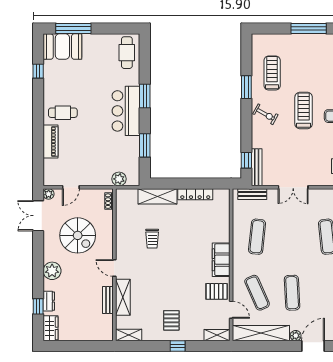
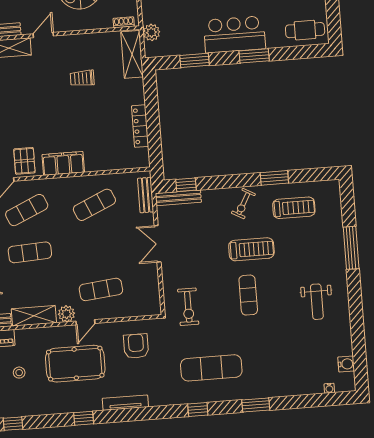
shelving: (158, 196) -> (132, 54), moved
exercise mat: (257, 237) -> (94, 205), turned -30

